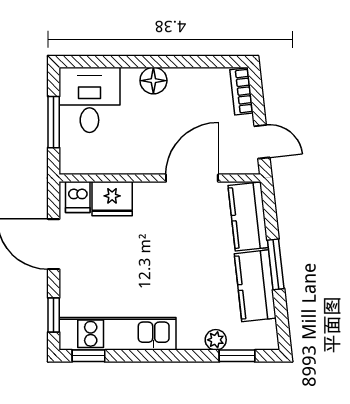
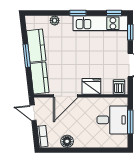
floor lamp: (153, 81) -> (67, 141), moved
desk: (89, 100) -> (112, 120), moved, turned -90
fridge: (112, 199) -> (91, 86), moved
window: (237, 356) -> (78, 13), moved

